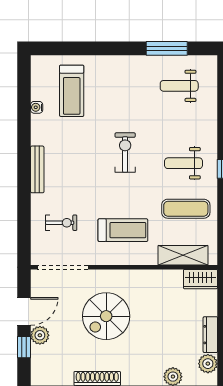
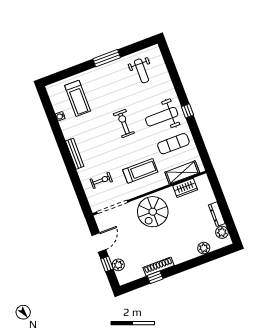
window: (167, 48) -> (107, 58), moved
weight bench: (179, 86) -> (141, 71), turned -90
weight bench: (184, 163) -> (162, 117), width x1.36, depth x1.33
wardrobe: (200, 279) -> (185, 188), moved
spiral stairs: (106, 316) -> (153, 212), moved
plant: (40, 335) -> (118, 265), moved

